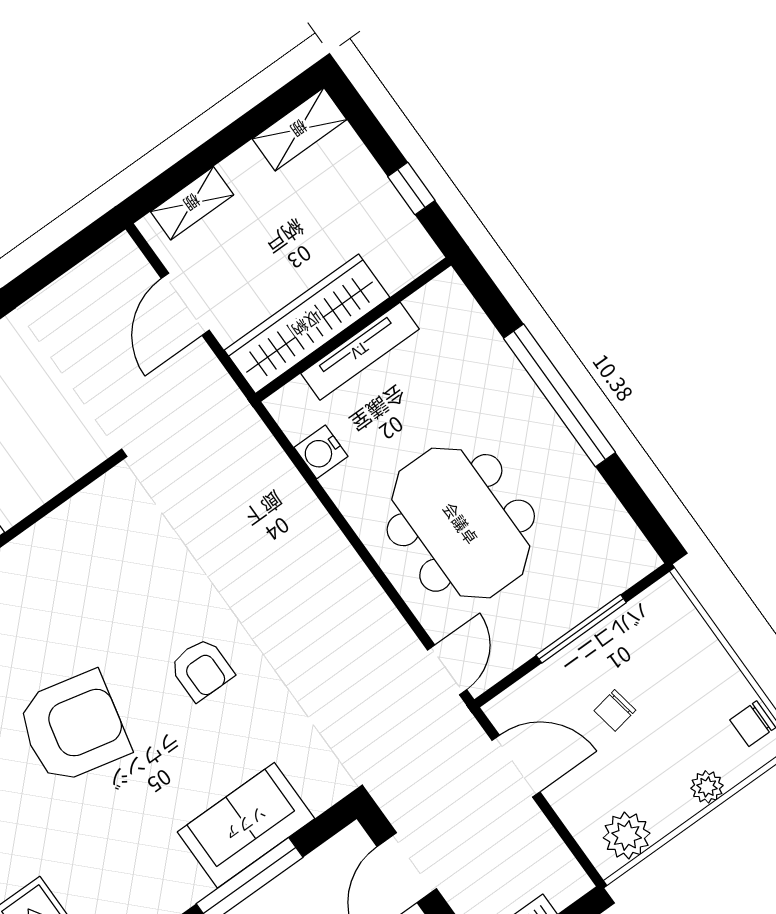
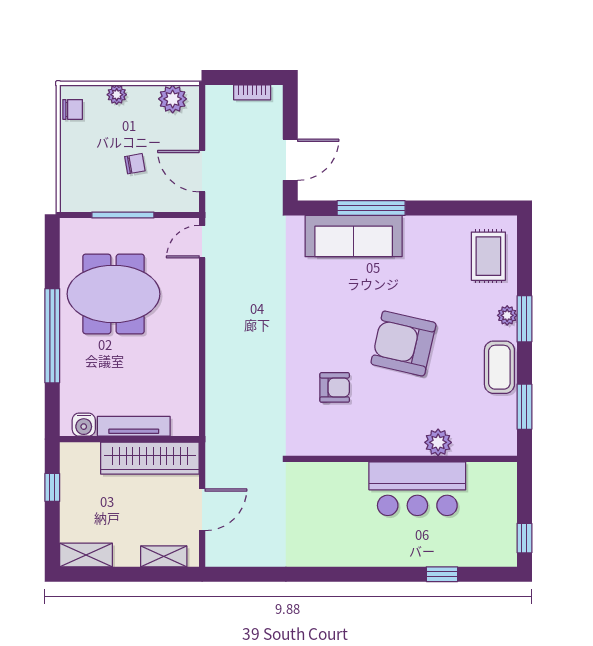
water cooler: (321, 452) -> (84, 425), moved, turned 90
meeting table: (461, 523) -> (114, 294), moved, turned 90
armchair: (202, 669) -> (335, 387), moved, turned 90
sofa: (246, 825) -> (354, 236), width x1.36

